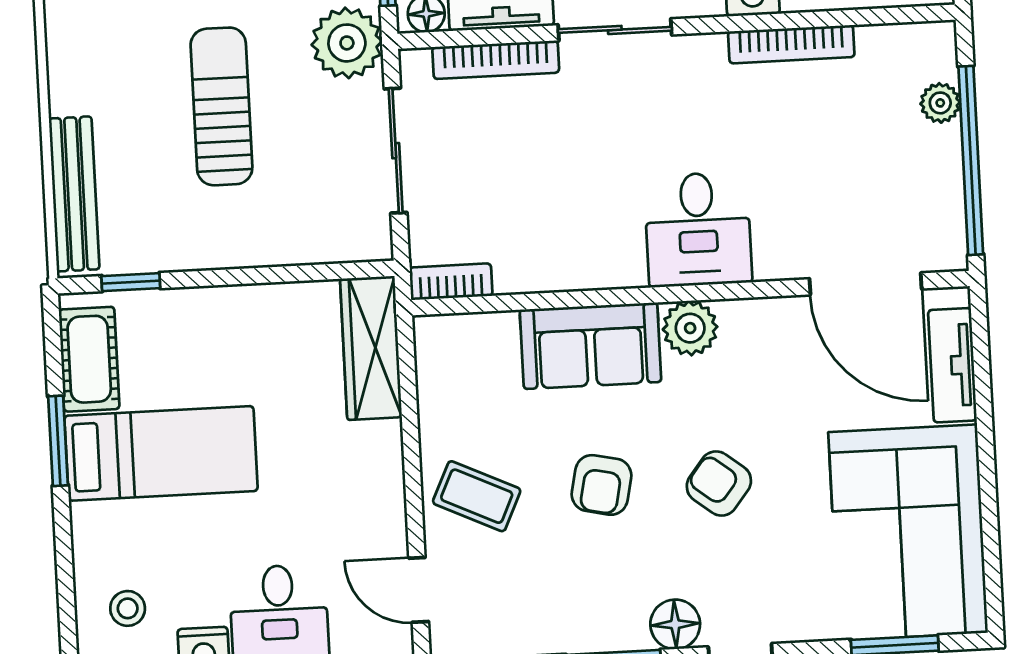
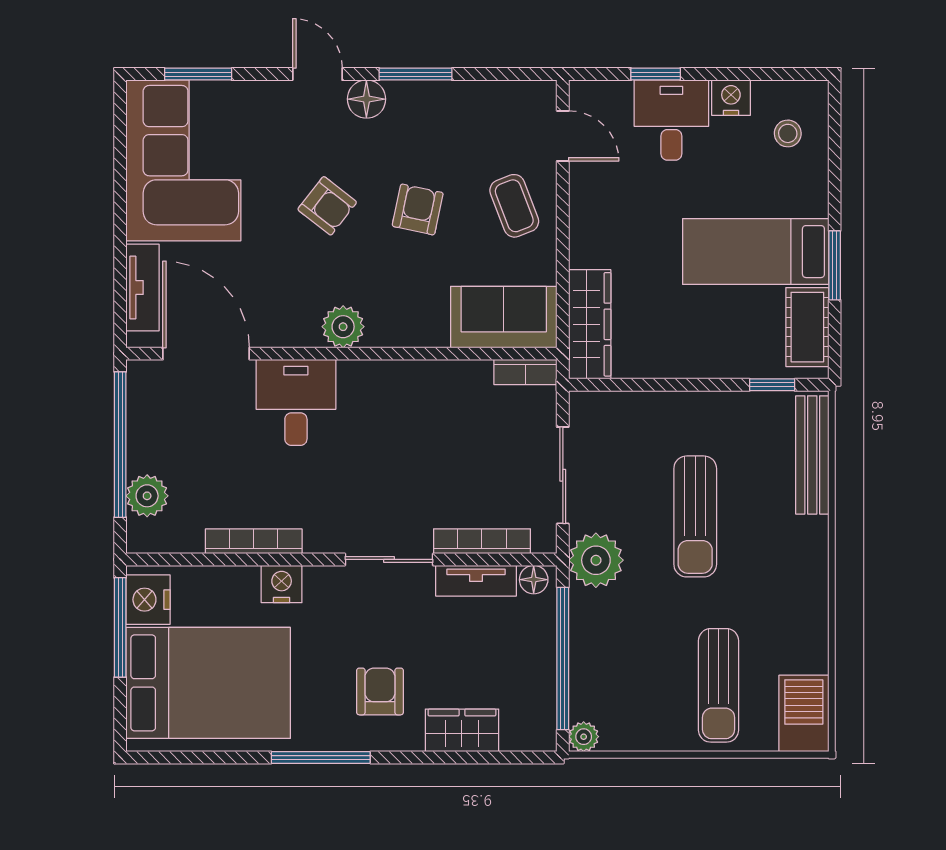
plant: (940, 103) -> (147, 496), width x1.38, depth x1.38
desk: (698, 229) -> (296, 402), moved
sofa: (591, 346) -> (504, 317), moved
coffee table: (477, 496) -> (514, 206), turned 44

